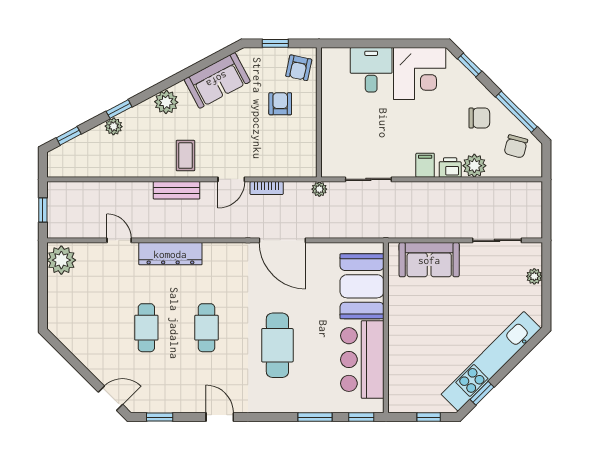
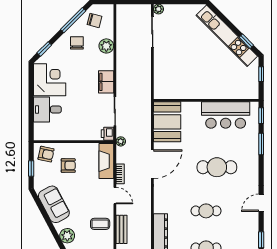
armchair: (280, 104) -> (68, 166), turned 180
filing cabinet: (425, 165) -> (106, 82), width x2.00
fireplace: (287, 166) -> (106, 161), added
printer: (450, 168) -> (107, 134), moved
sofa: (429, 260) -> (164, 74), removed
plant: (534, 276) -> (158, 9), moved
booth: (362, 286) -> (167, 122), moved, turned 90

